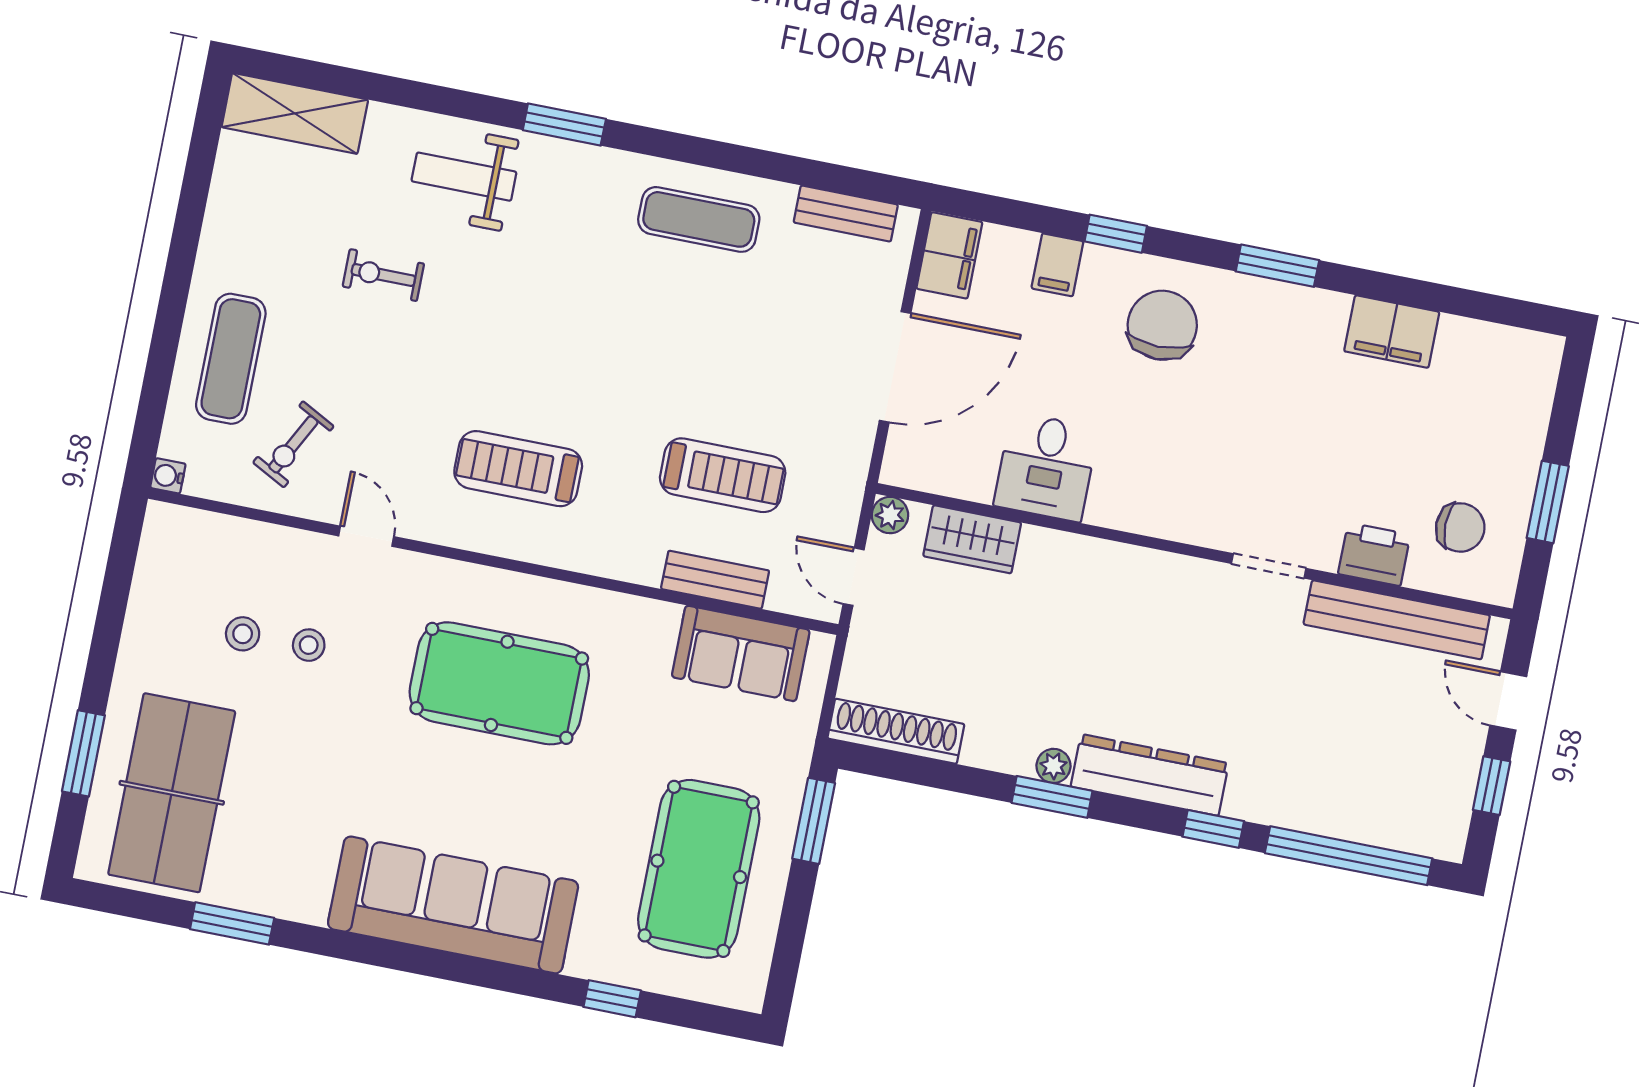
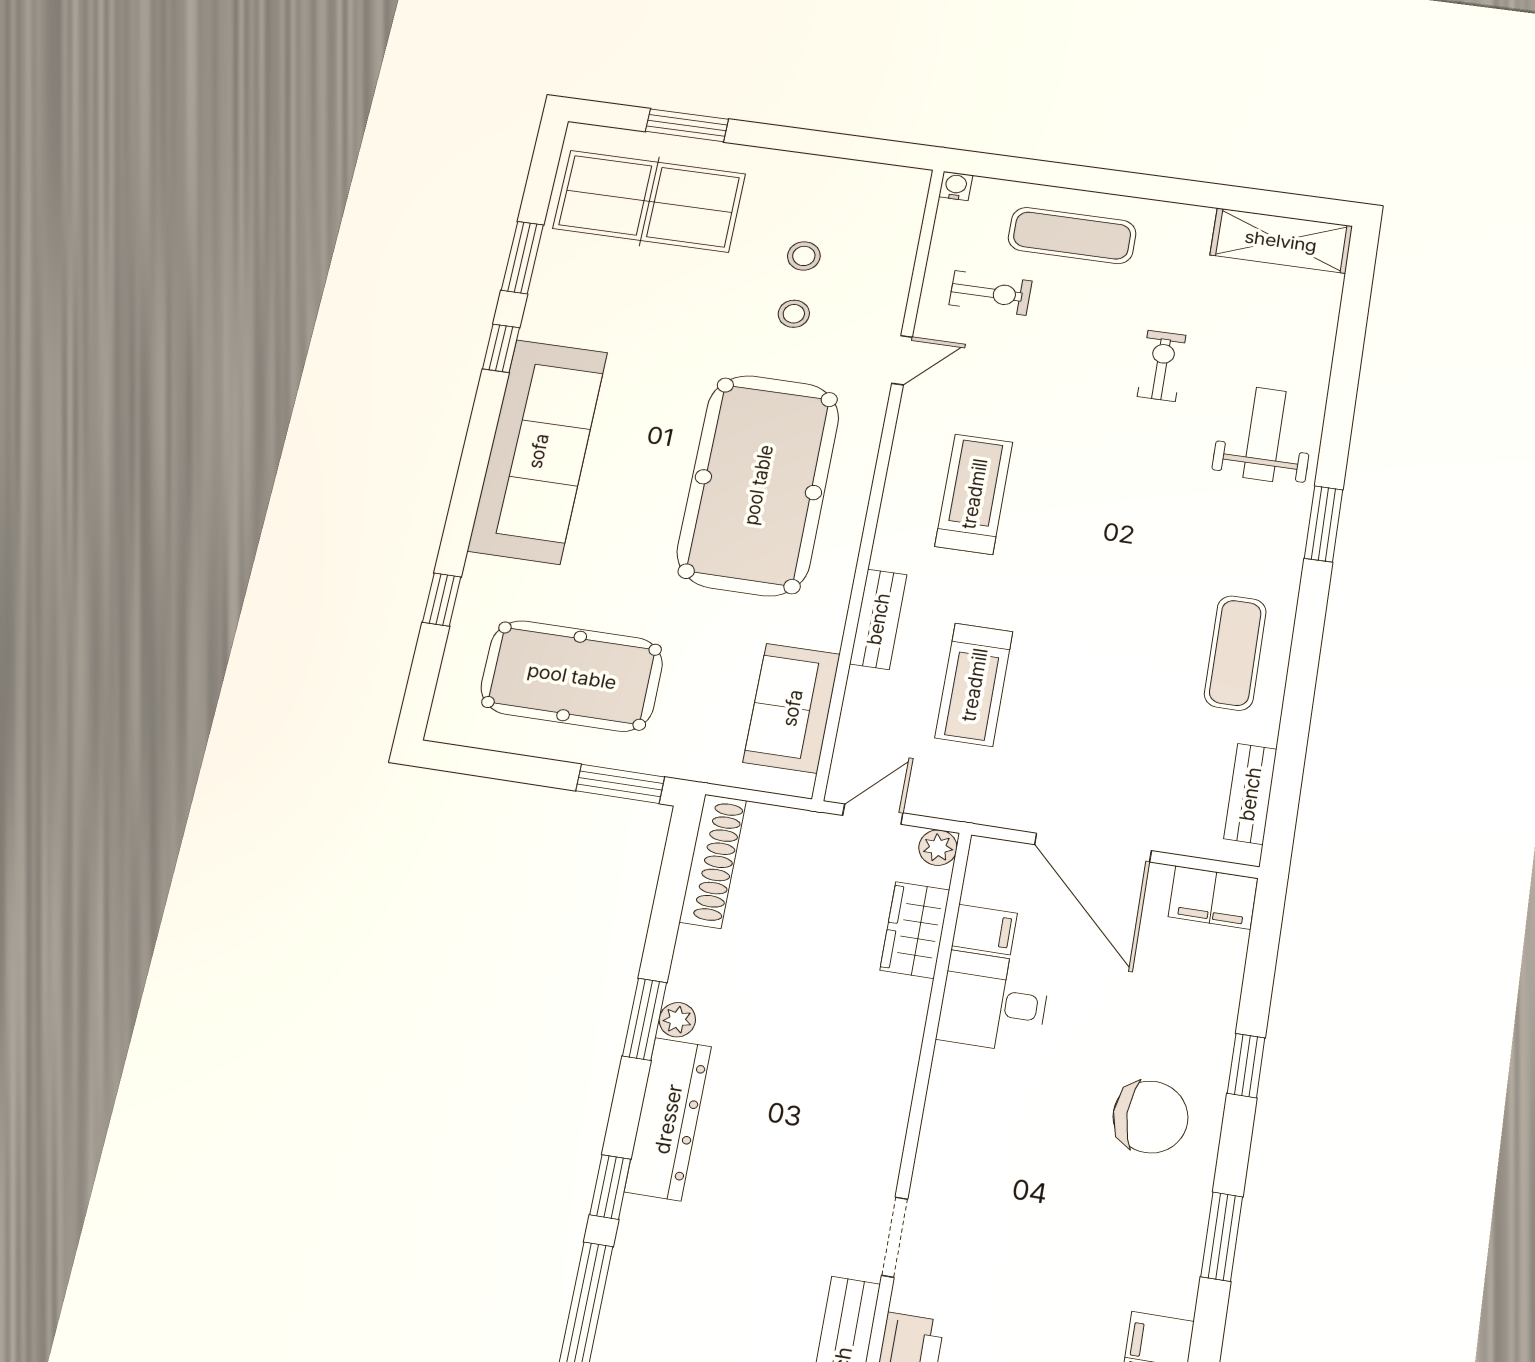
shelving: (295, 113) -> (1281, 241), moved, turned 90
filing cabinet: (1057, 265) -> (984, 930), moved, turned 180
exercise bike: (293, 444) -> (990, 293), turned 152
bench: (715, 580) -> (878, 619), moved
pool table: (499, 683) -> (758, 485), width x1.36, depth x1.32
window: (336, 944) -> (501, 348), added

